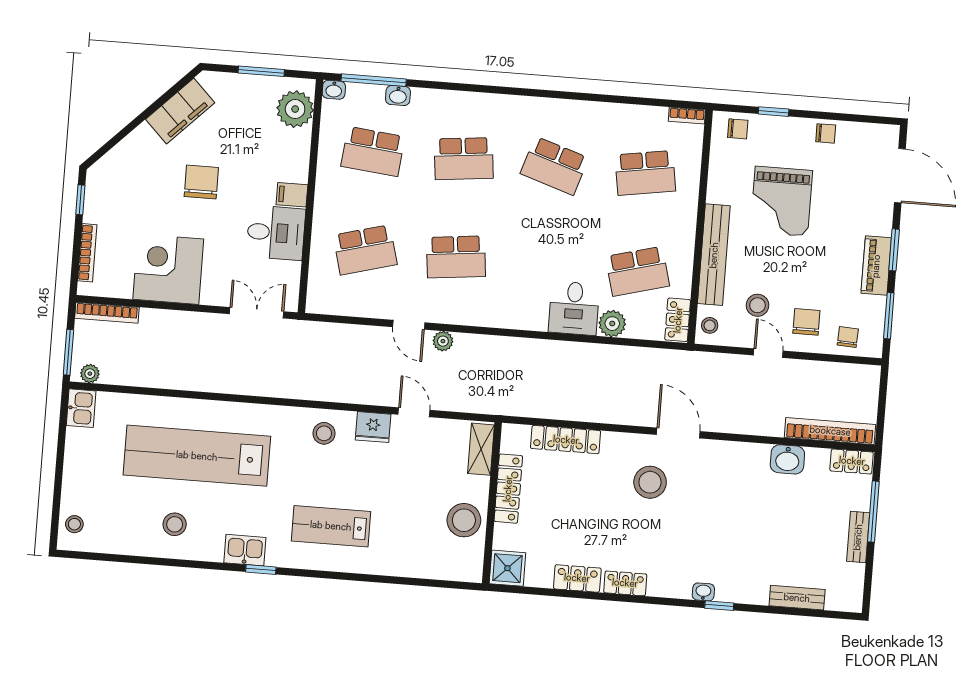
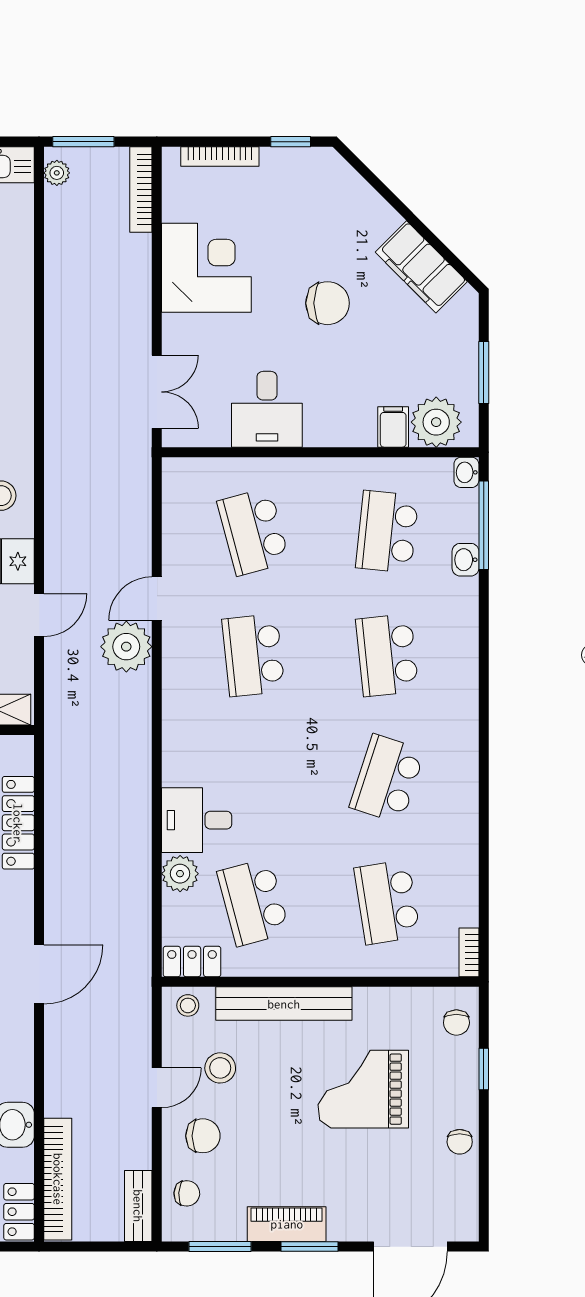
filing cabinet: (292, 195) -> (393, 427), moved
plant: (443, 341) -> (126, 647), width x1.87, depth x1.87
bench: (854, 373) -> (138, 1206), added

